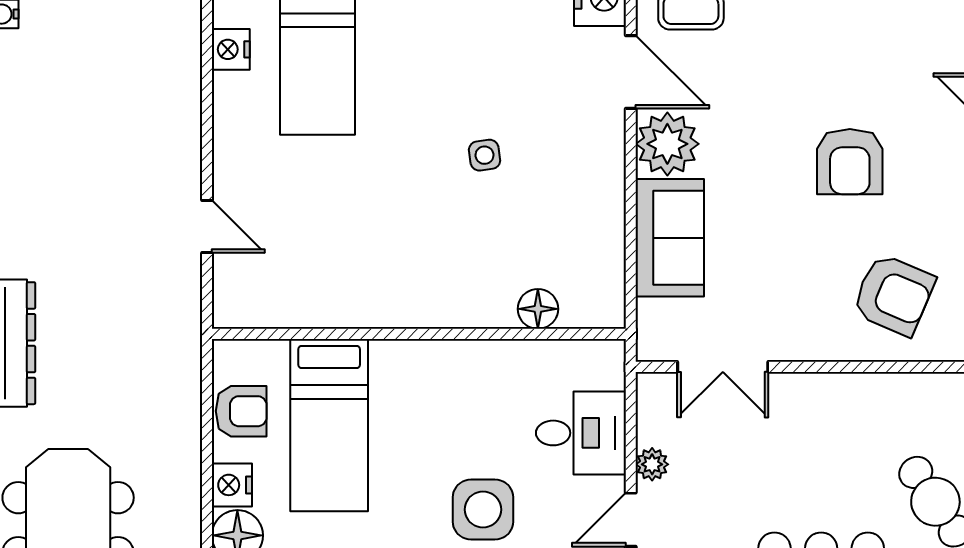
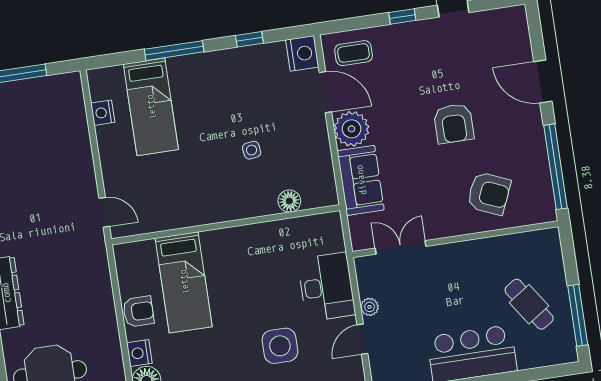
floor lamp: (538, 309) -> (289, 201), moved
wall: (419, 334) -> (226, 225), moved
double door: (723, 367) -> (401, 247), swing flipped
bed: (329, 425) -> (184, 282), moved
desk: (581, 433) -> (326, 287), width x1.37

